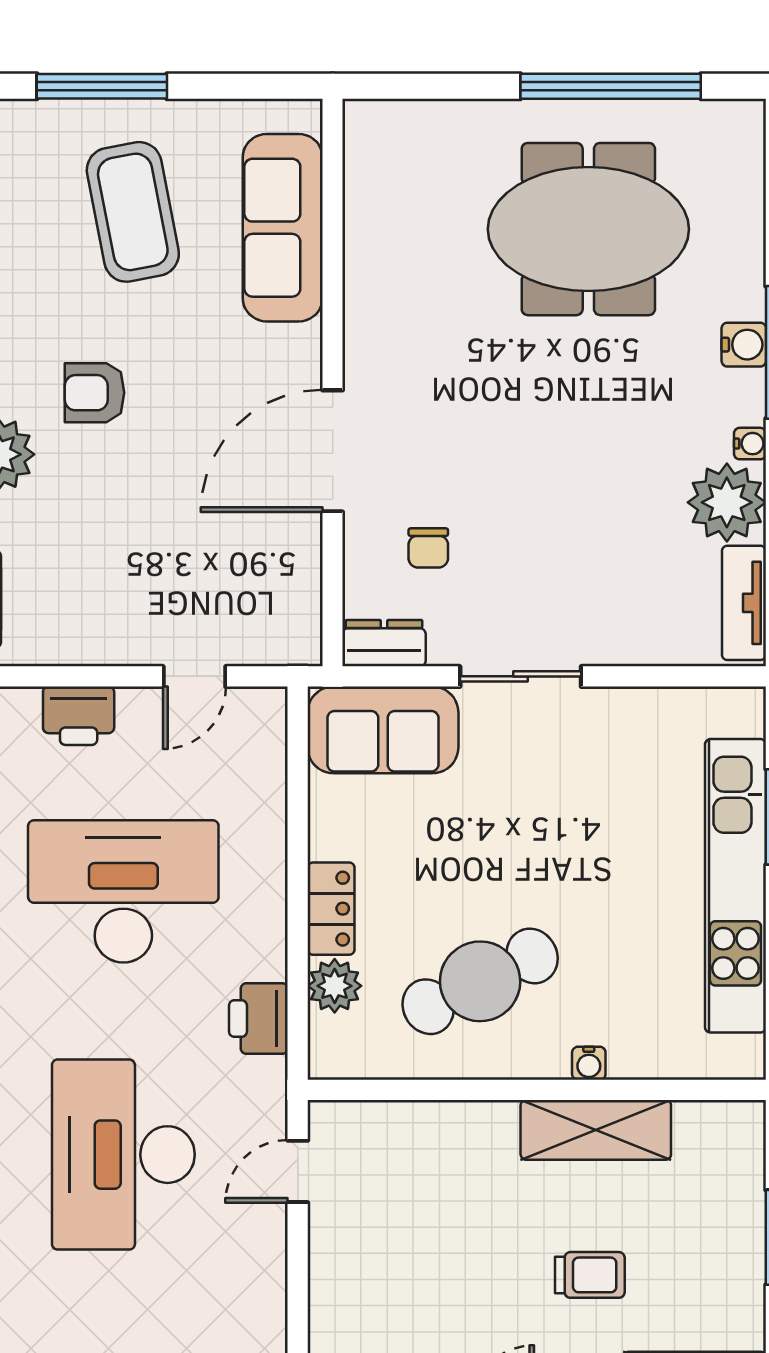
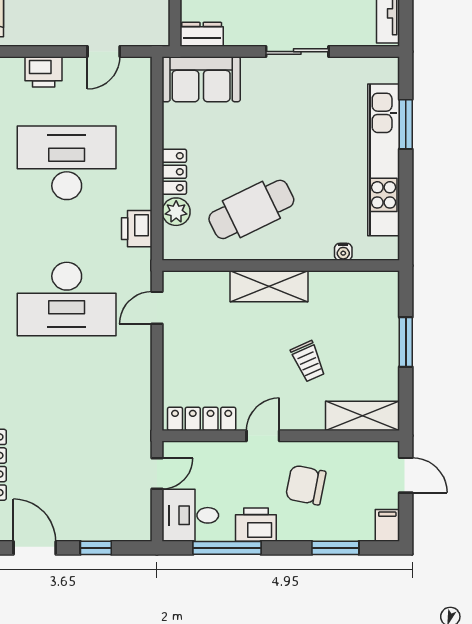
sliding door: (521, 676) -> (297, 52), moved
water cooler: (589, 1063) -> (343, 252), moved
shelving: (596, 1130) -> (269, 286), moved
desk: (123, 1155) -> (67, 299), turned -90
trolley: (590, 1275) -> (308, 361), turned 66

